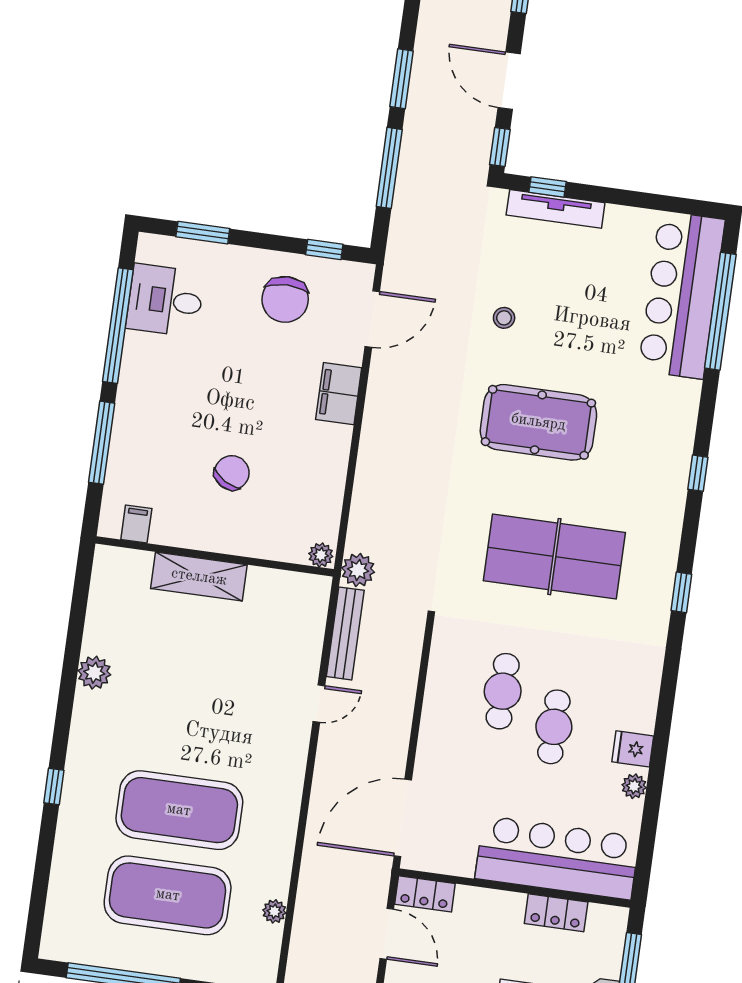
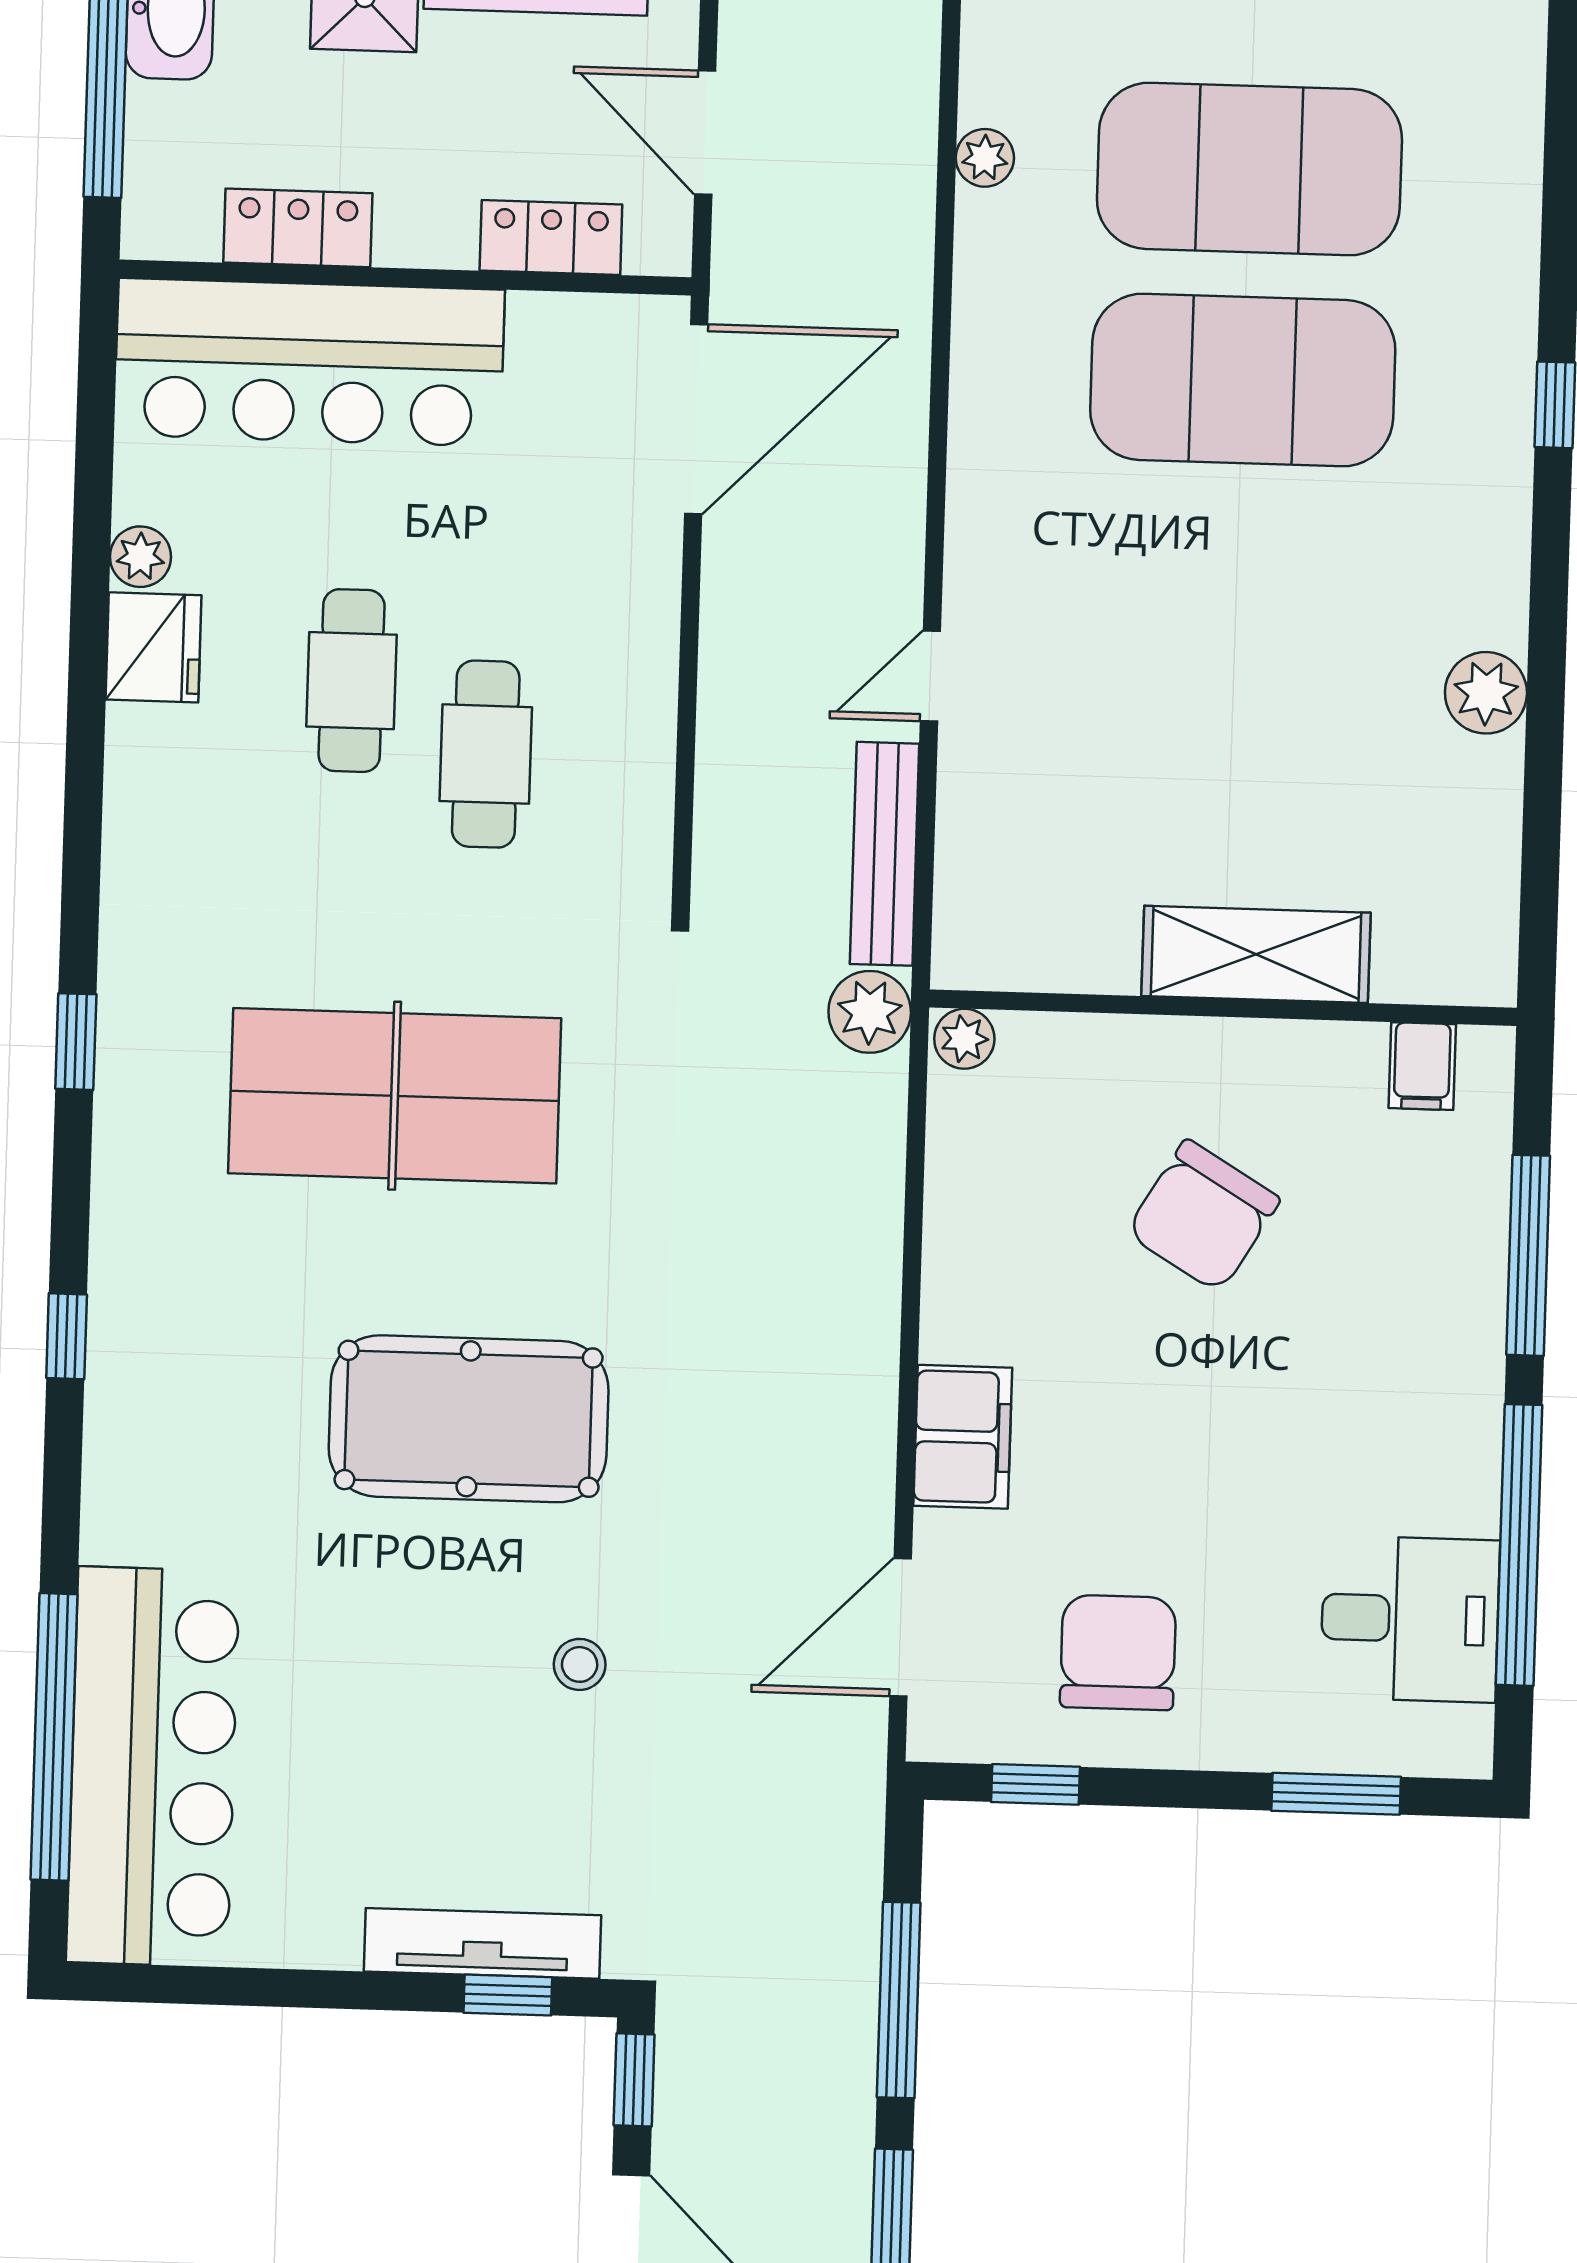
chair: (232, 473) -> (1203, 1216), width x1.37, depth x1.37
fridge: (633, 749) -> (153, 647), width x1.38
locker: (425, 894) -> (551, 237), moved

